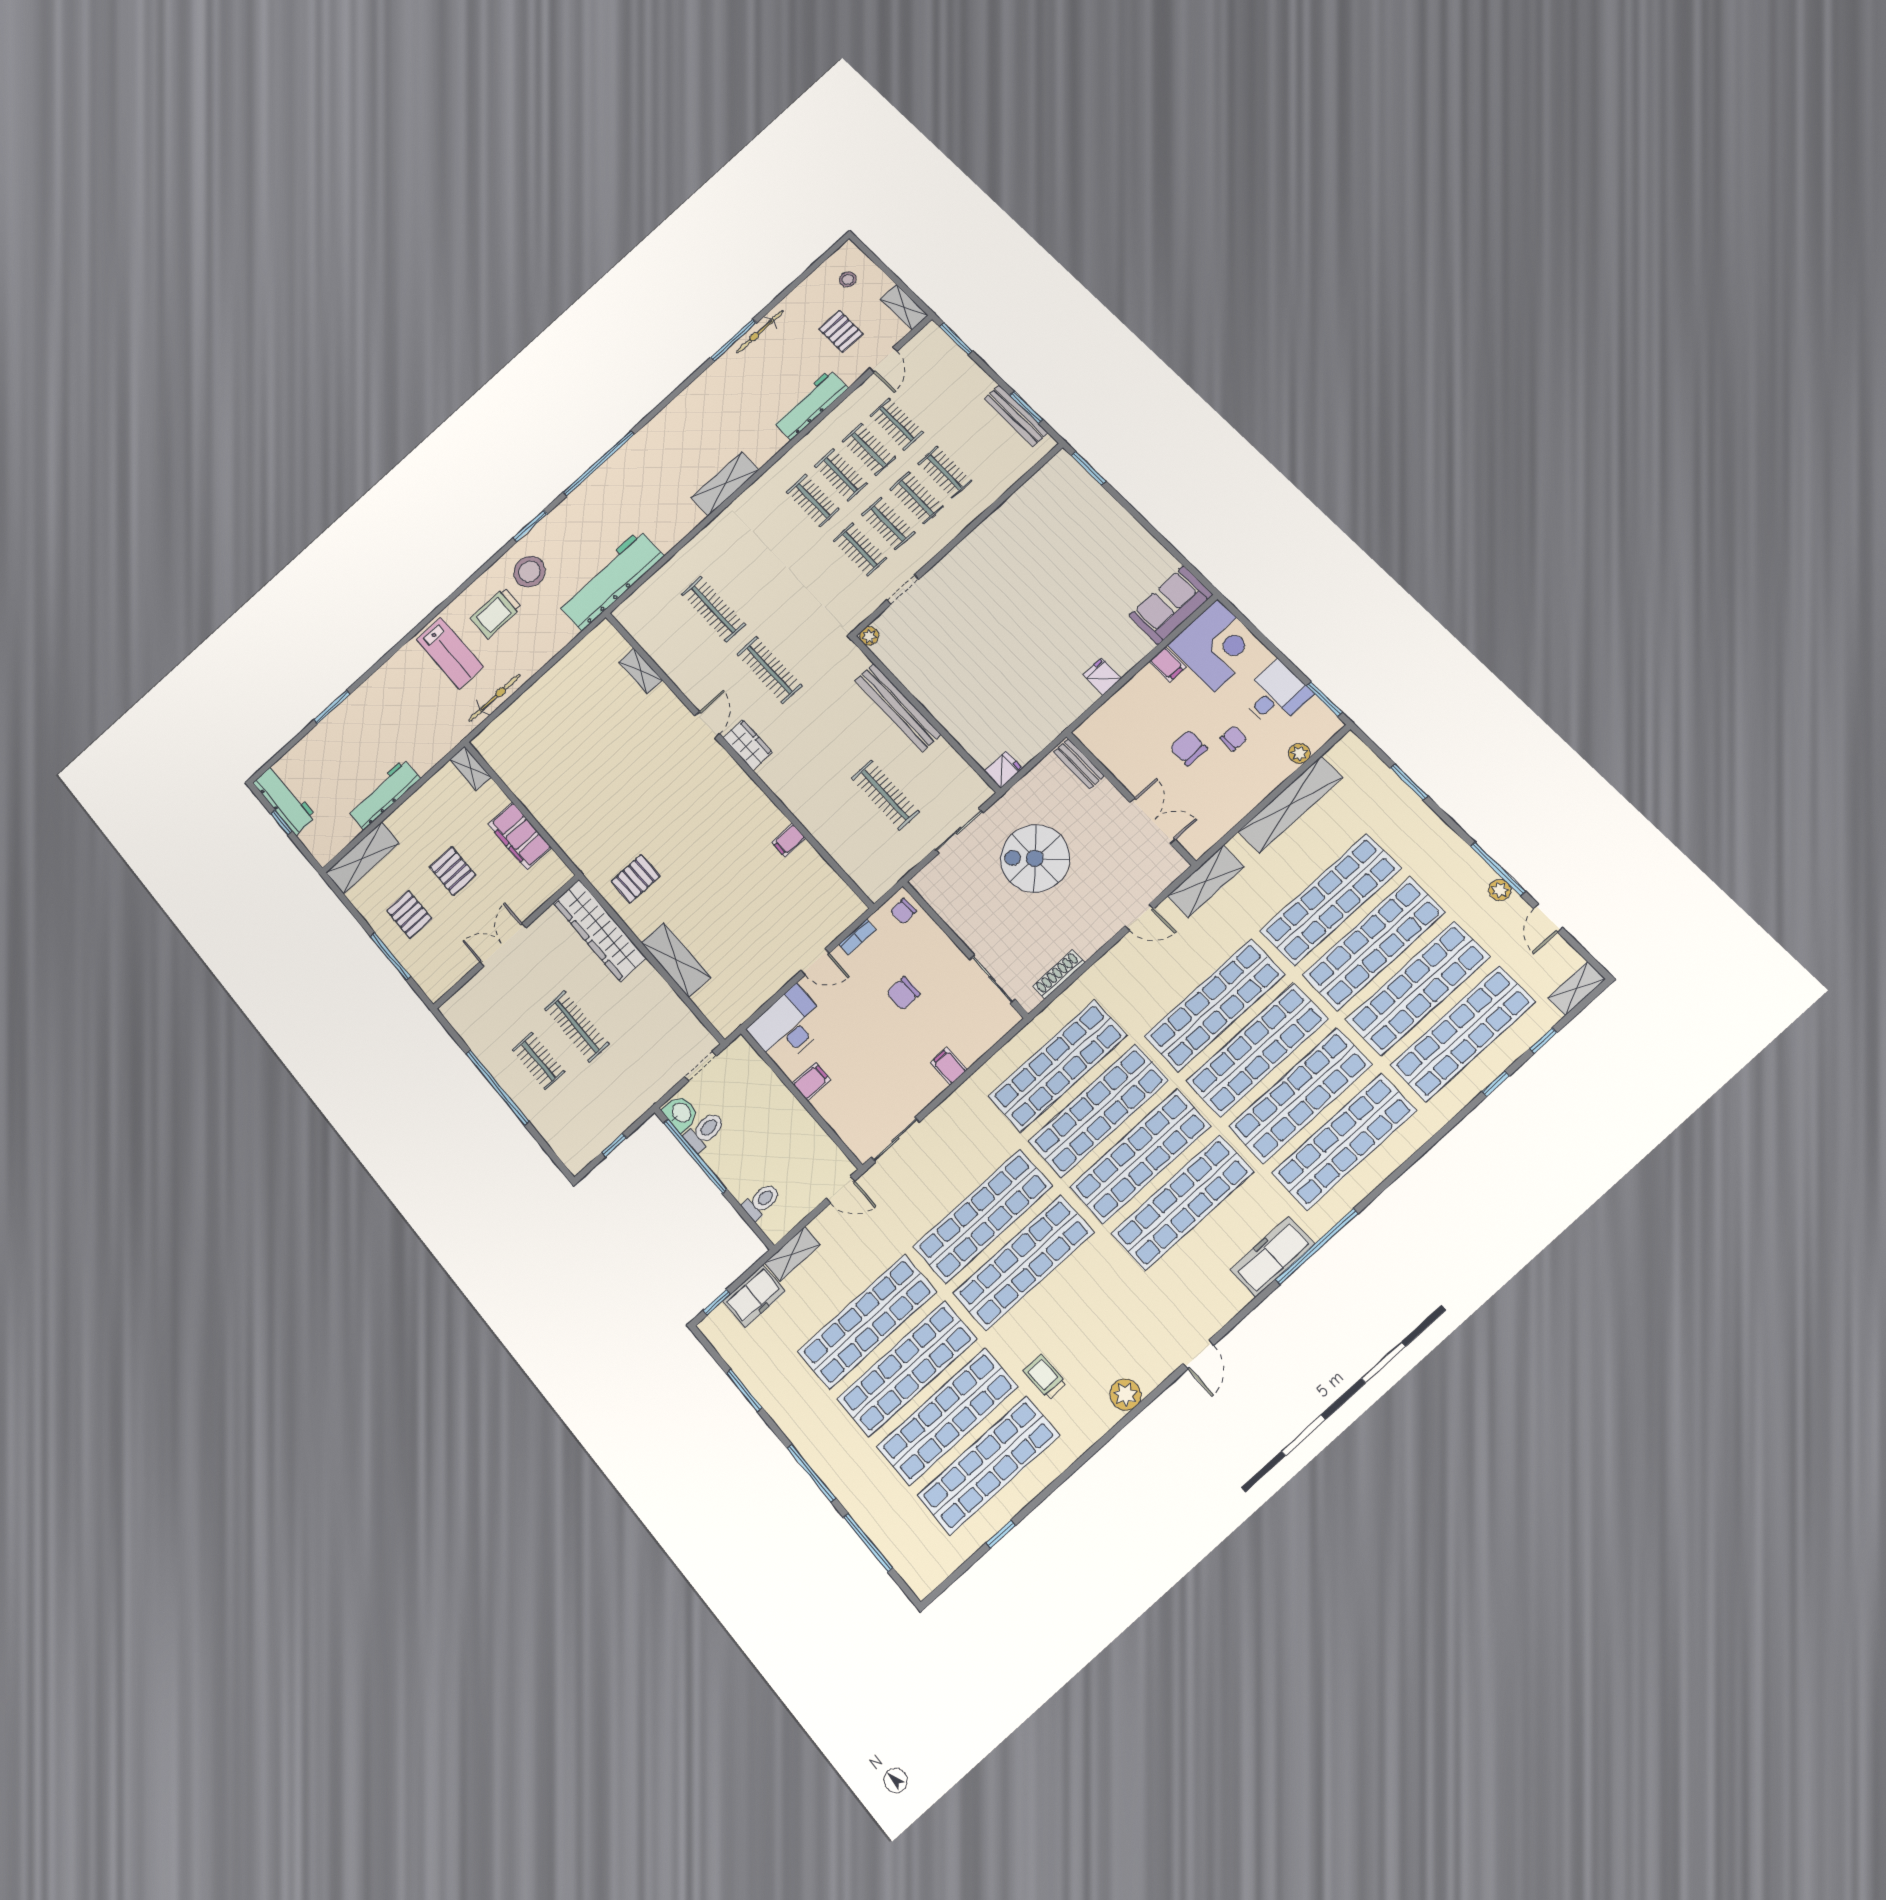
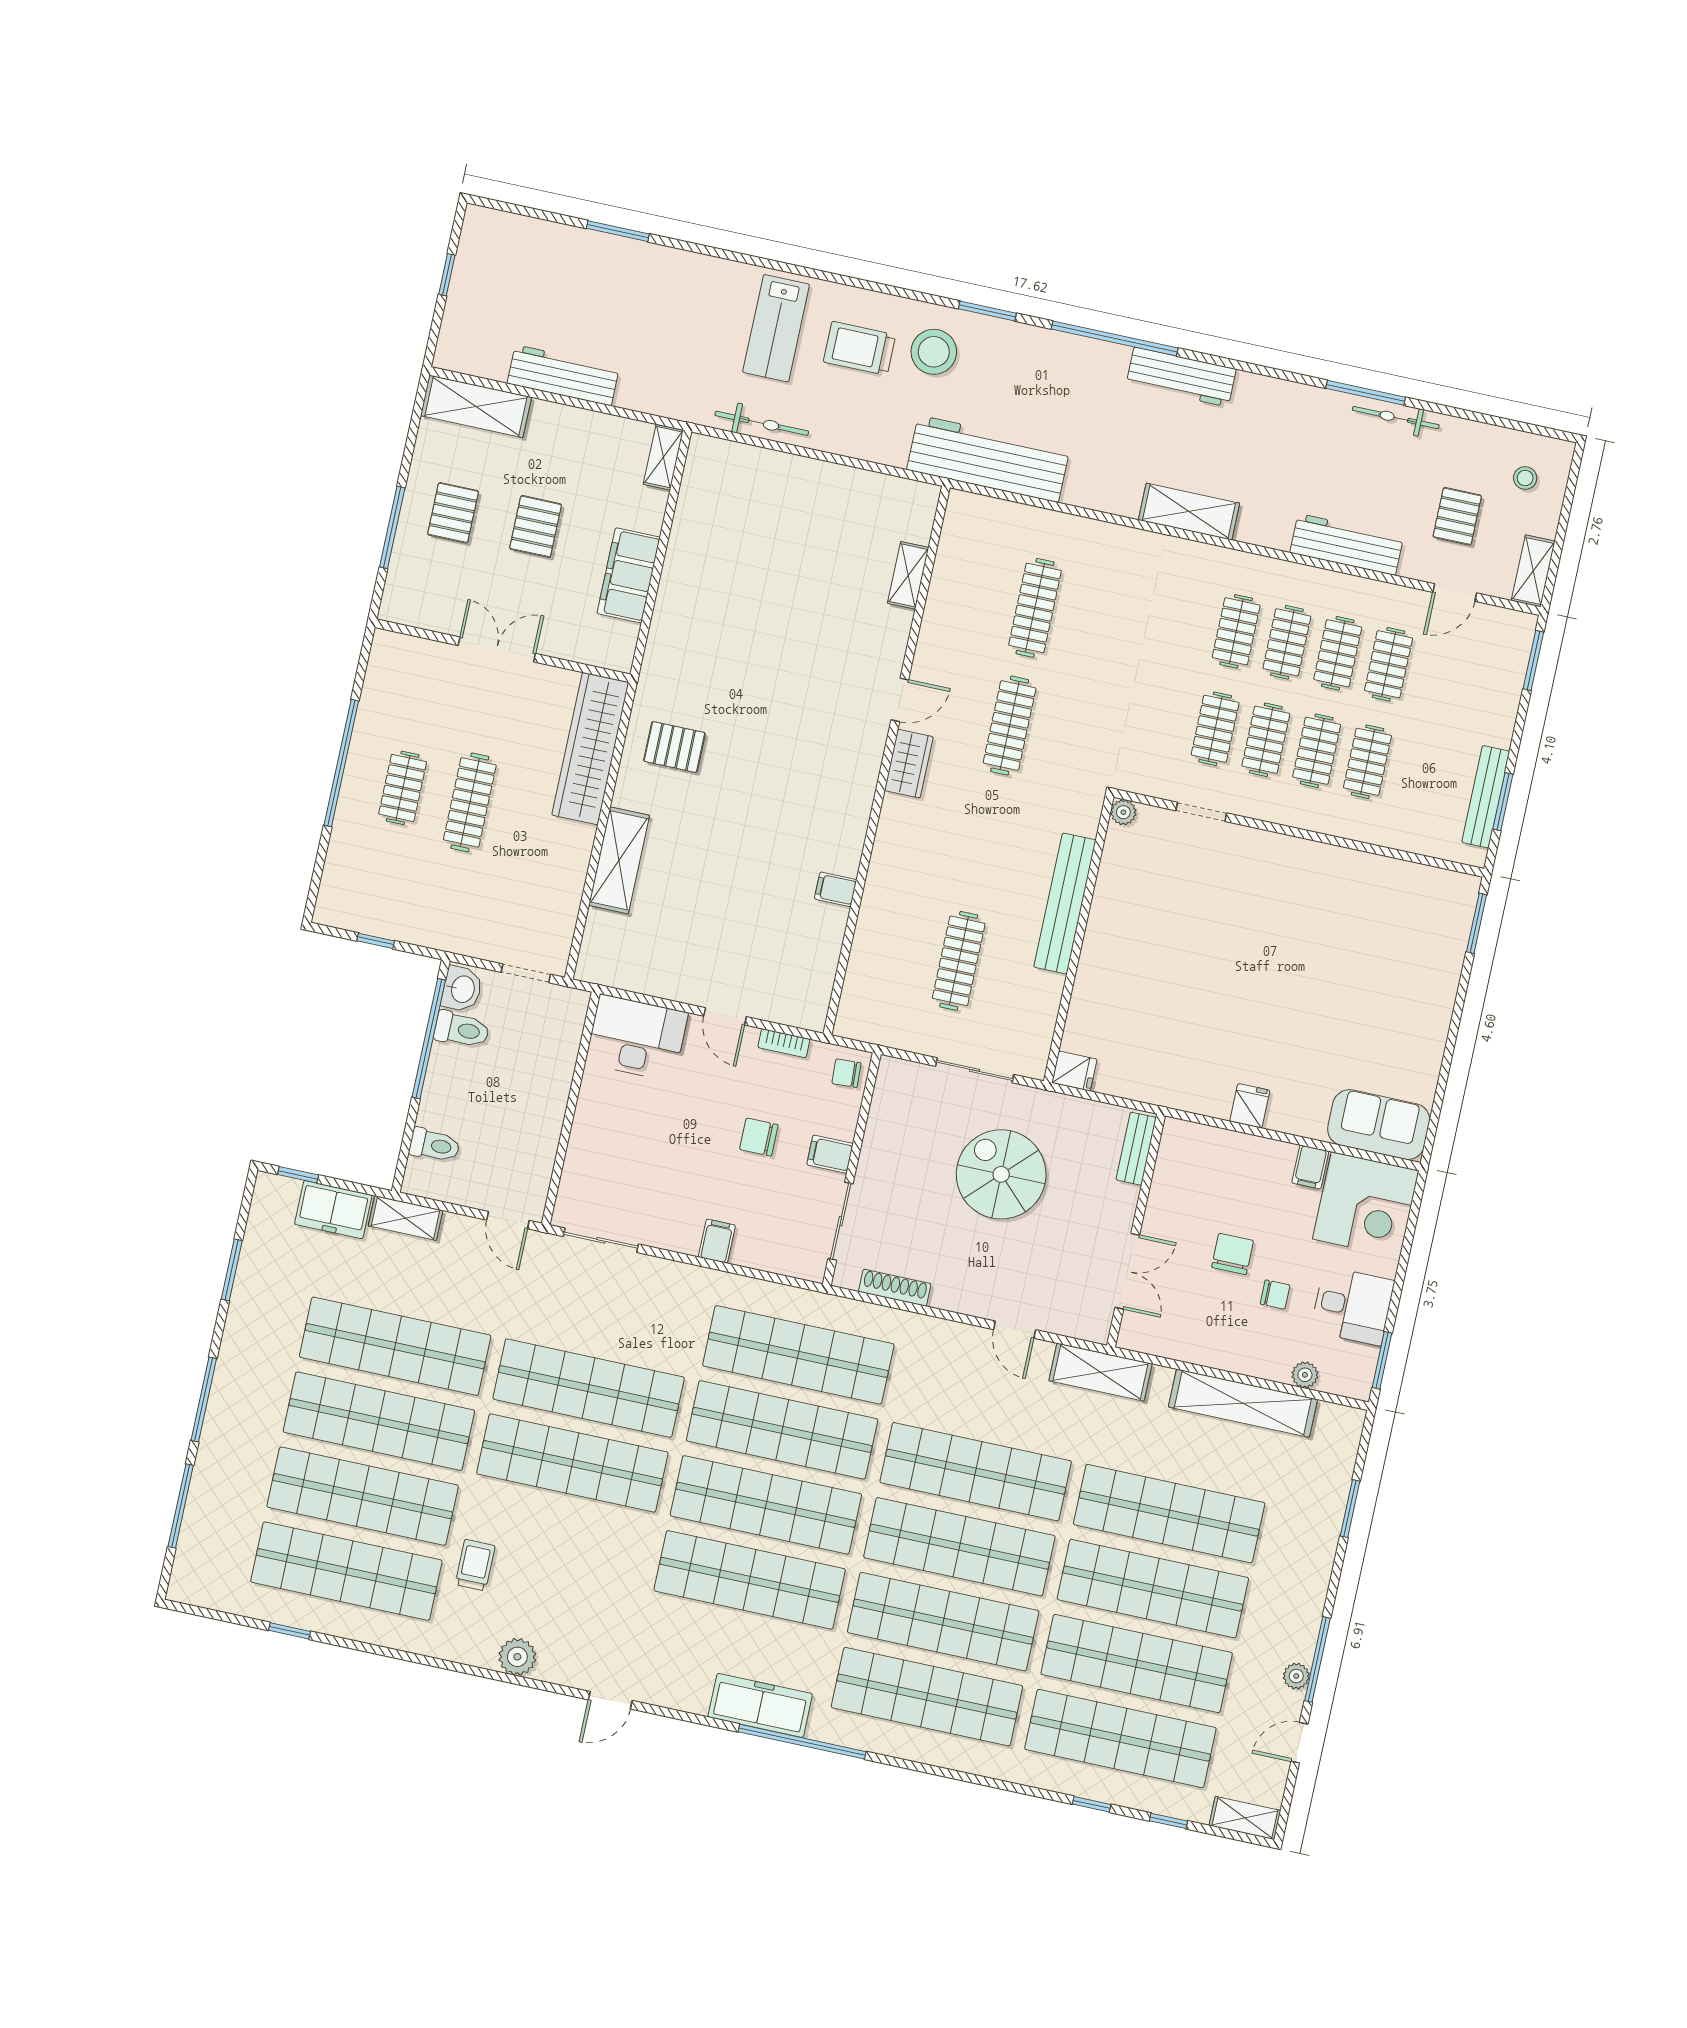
workbench: (284, 800) -> (1181, 377), moved, turned 90
filing cabinet: (811, 1082) -> (830, 1154), moved, turned 180

